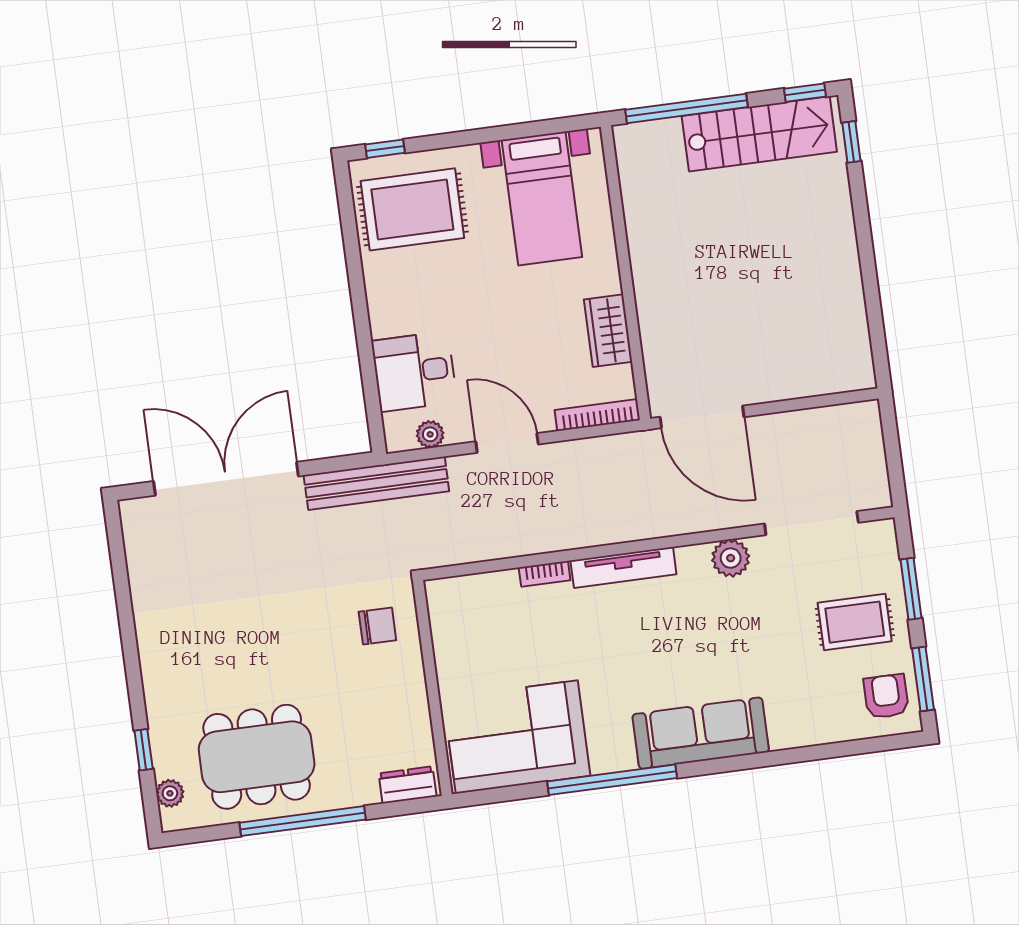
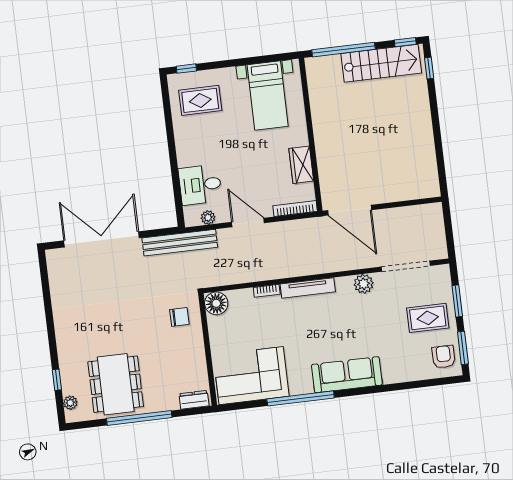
rug: (412, 209) -> (200, 100), width x0.73, depth x0.70
floor lamp: (448, 599) -> (216, 303), added
dining table: (257, 757) -> (116, 384), turned 90

